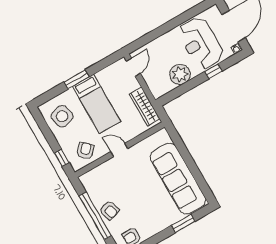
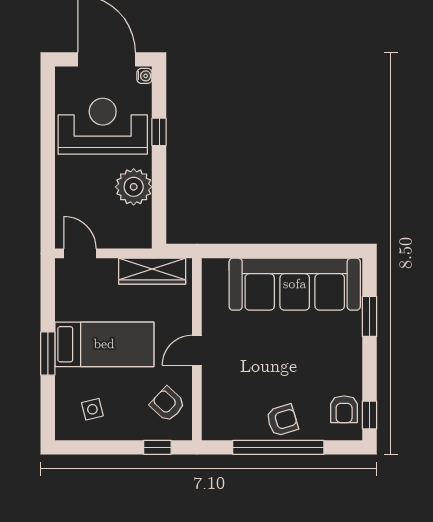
reception desk: (201, 43) -> (103, 126), turned 180
side table: (62, 116) -> (92, 409), width x0.54, depth x0.54

